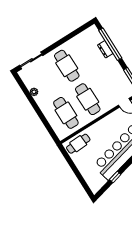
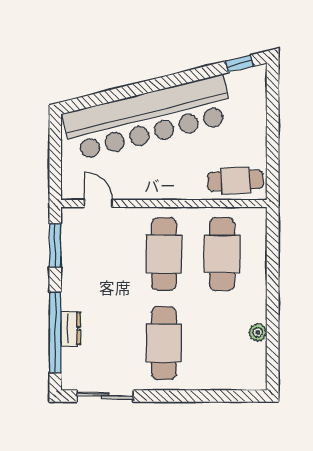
sliding door: (31, 60) -> (105, 396), moved
window: (115, 177) -> (239, 64), moved

